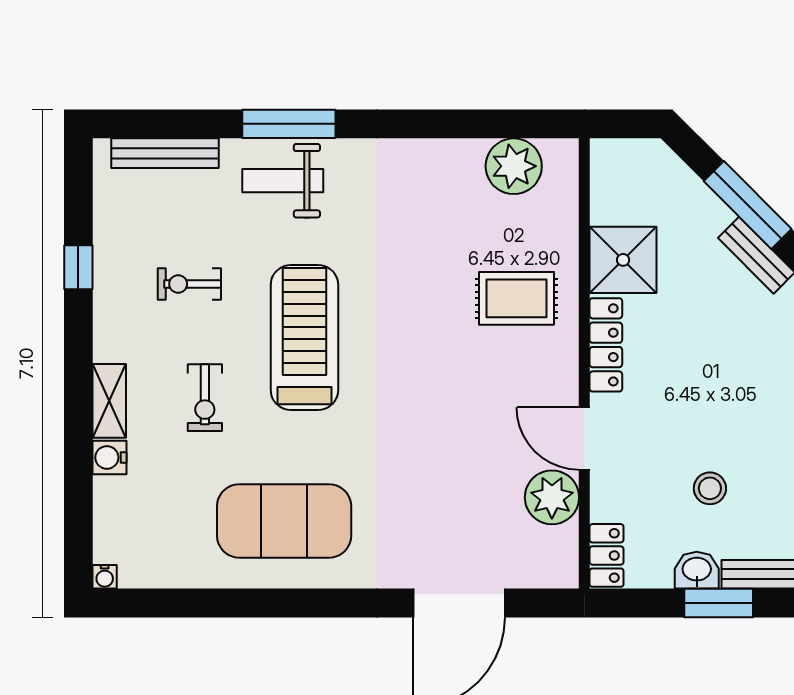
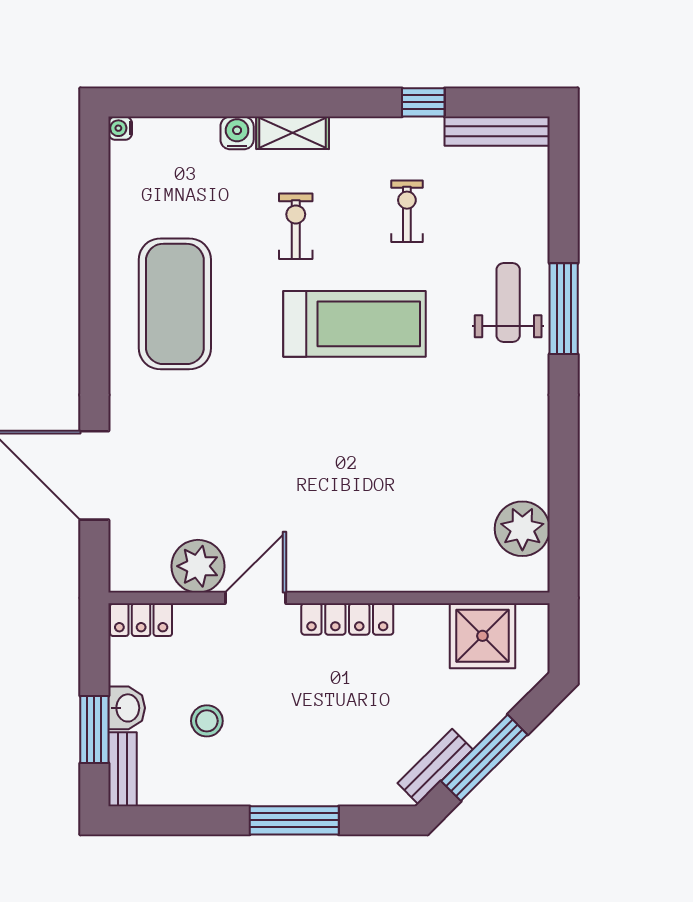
bench: (165, 153) -> (497, 131), moved, turned 90
shower: (623, 260) -> (482, 636), moved
rug: (516, 298) -> (393, 531), removed
exercise bike: (205, 398) -> (296, 226), turned 90

